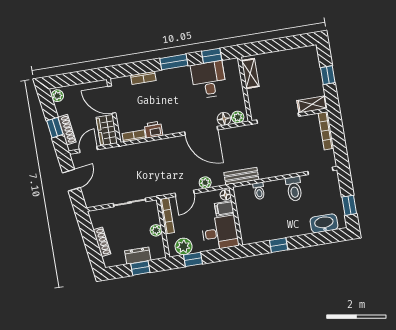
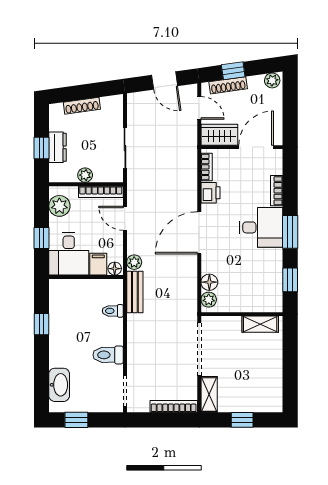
desk: (209, 80) -> (261, 227), moved
door: (201, 131) -> (199, 233), moved
plant: (205, 183) -> (134, 262), moved
window: (193, 259) -> (41, 238), moved

